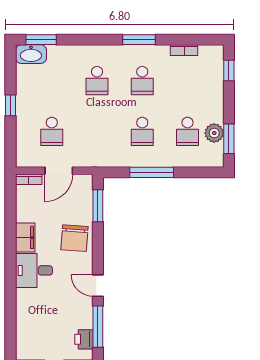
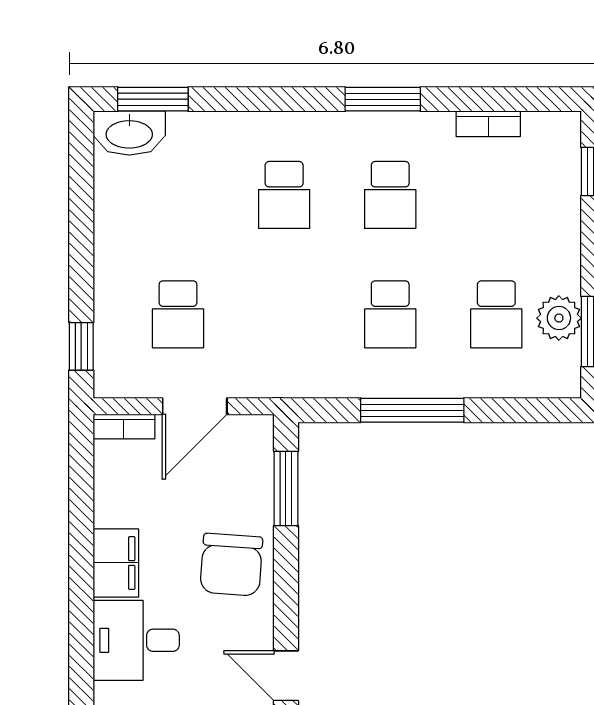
window: (10, 105) -> (81, 346), moved

